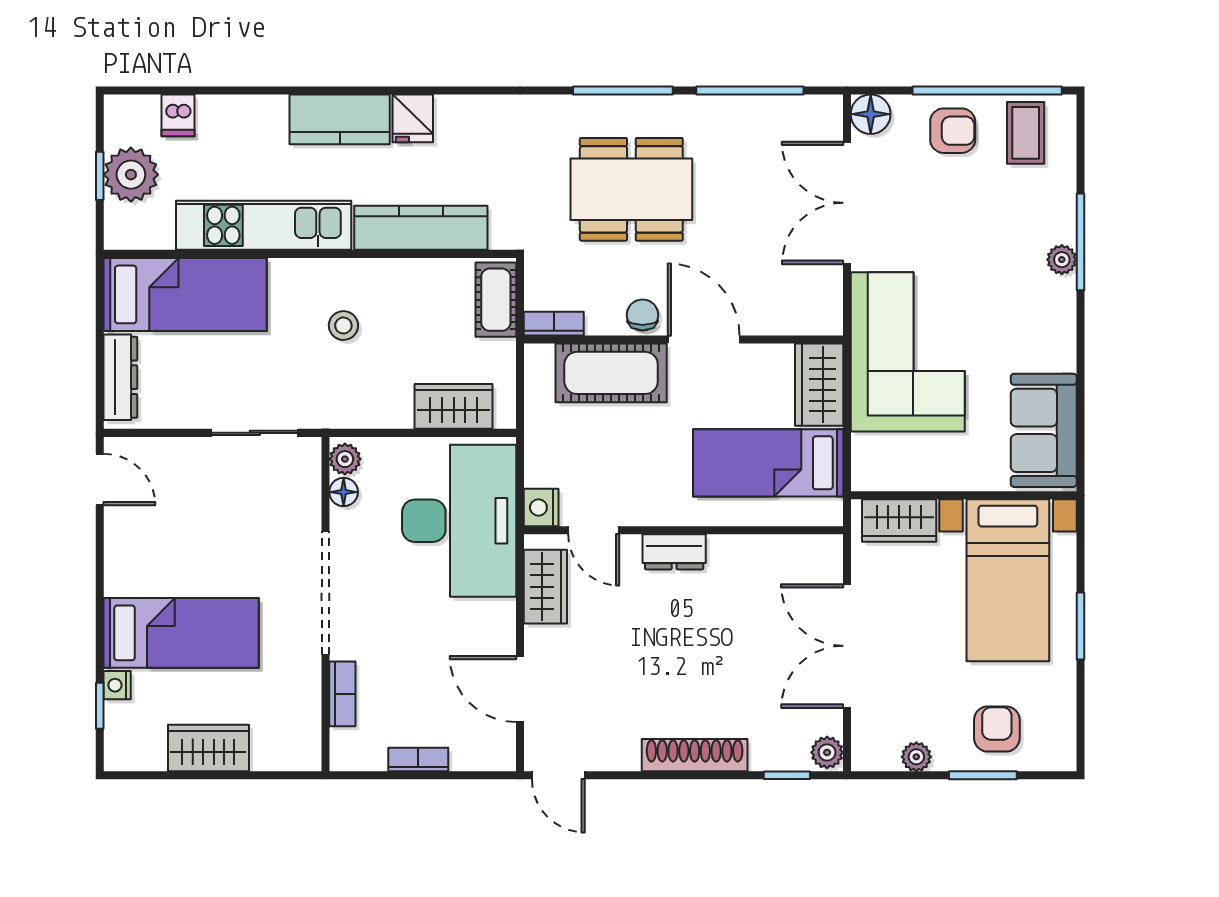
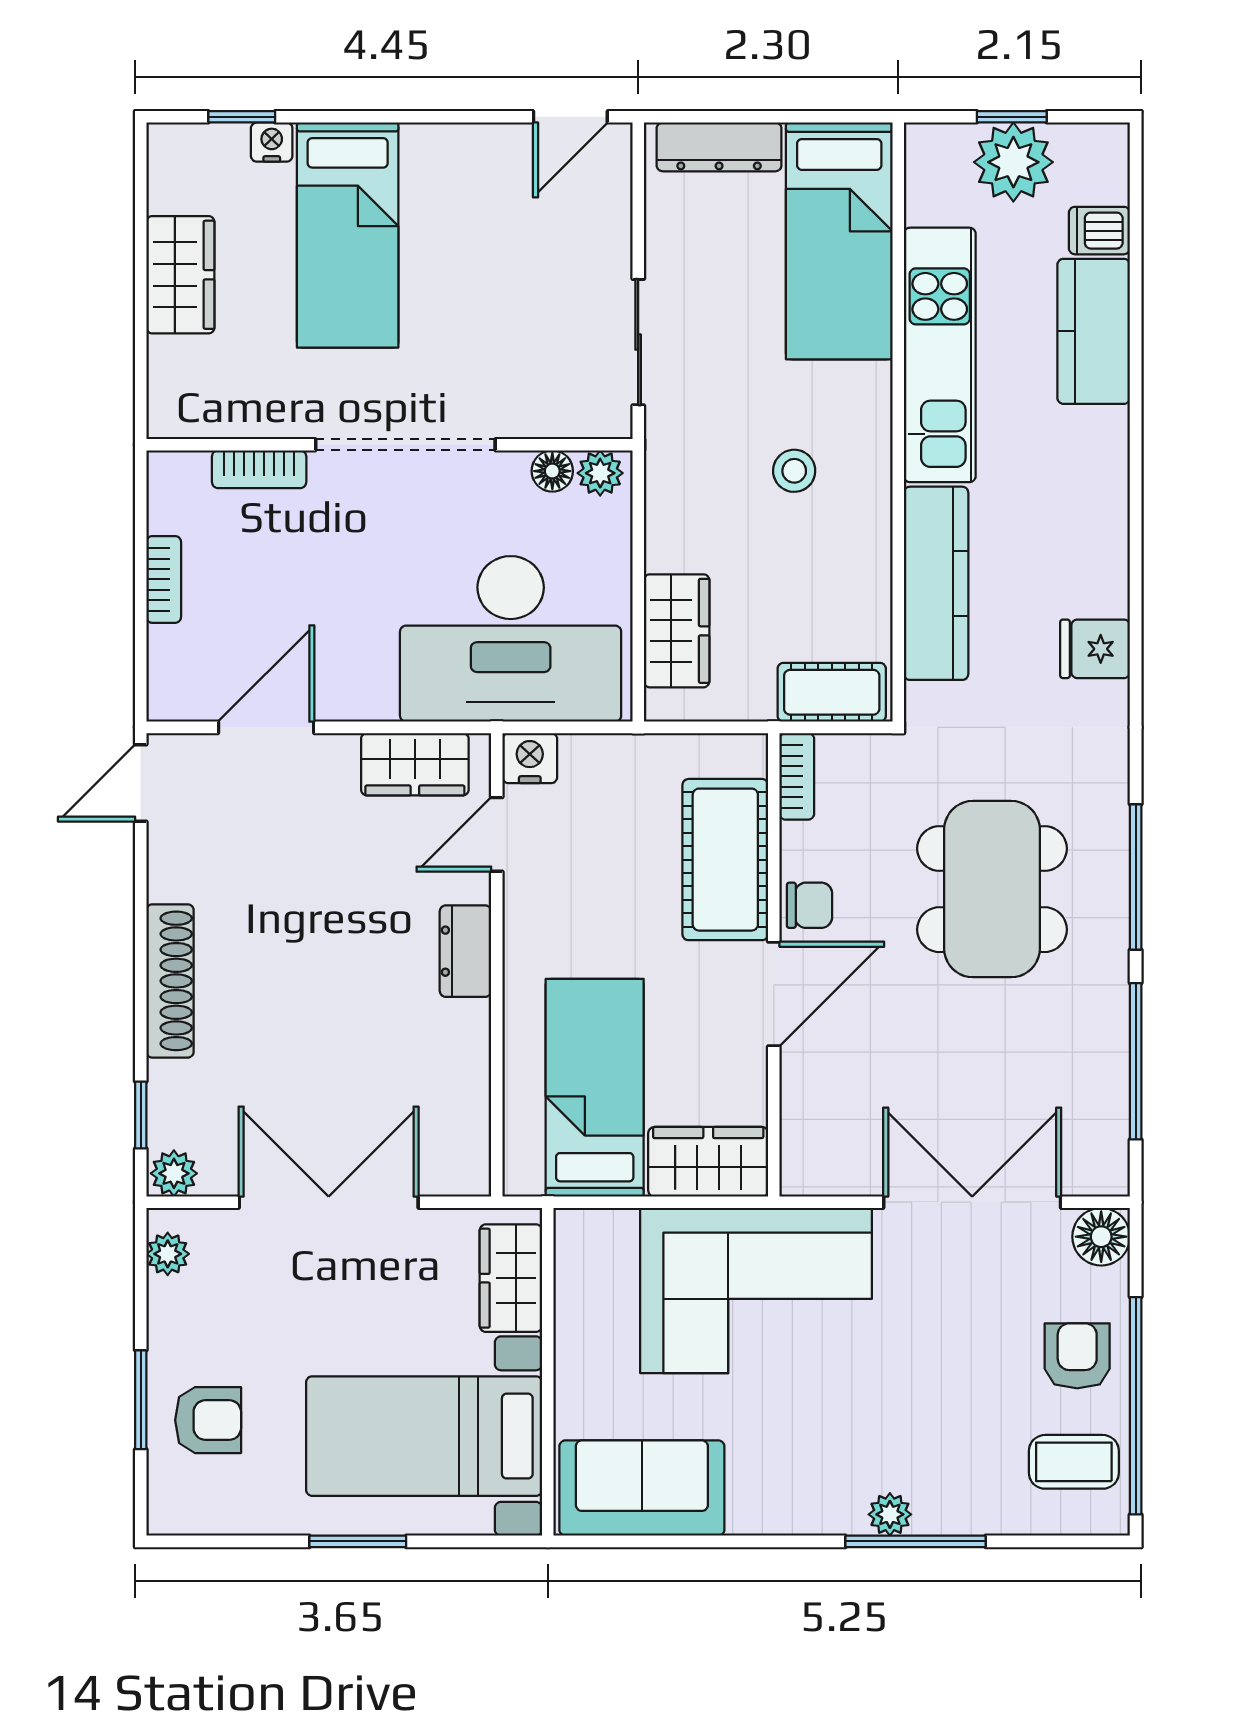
fridge: (413, 118) -> (1095, 649), moved
kitchen counter: (340, 119) -> (1094, 331), moved
armchair: (953, 131) -> (1077, 1356), turned 180
plant: (916, 757) -> (168, 1254), moved

